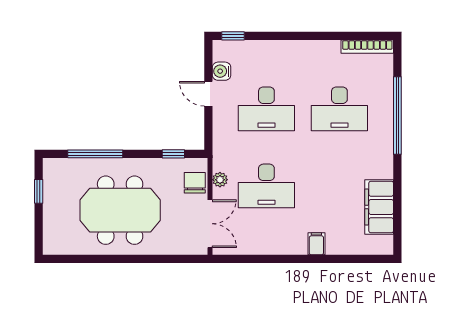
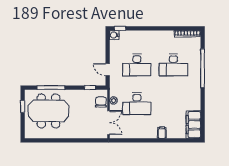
water cooler: (222, 71) -> (114, 35), moved
door: (208, 94) -> (108, 70), moved
filing cabinet: (379, 207) -> (193, 125), moved
meeting table: (120, 210) -> (48, 111), moved

